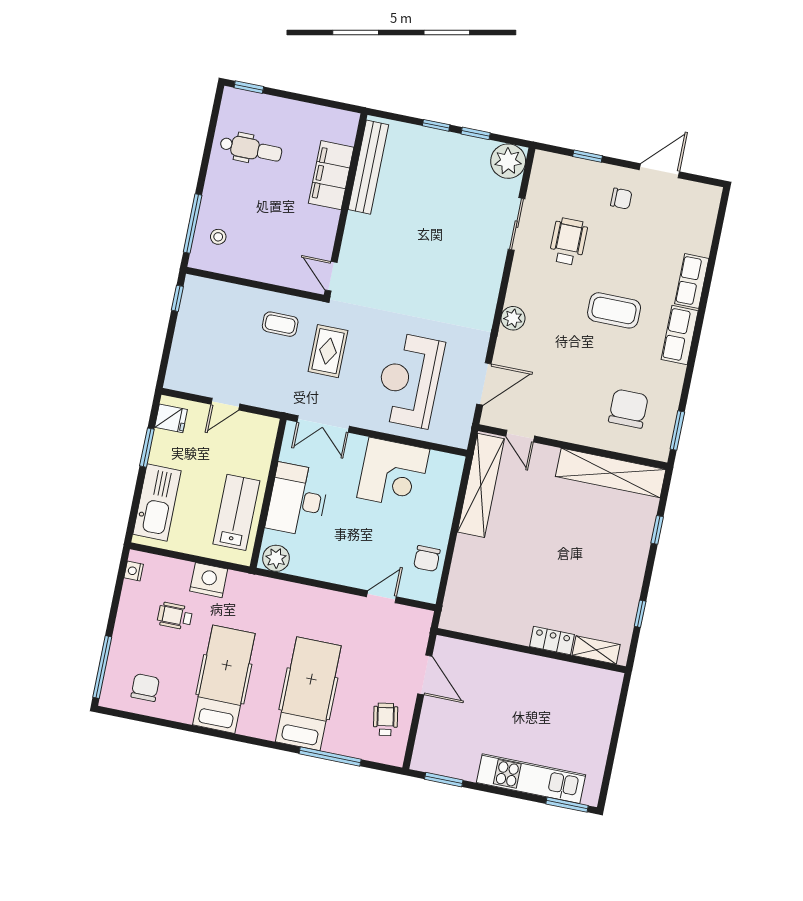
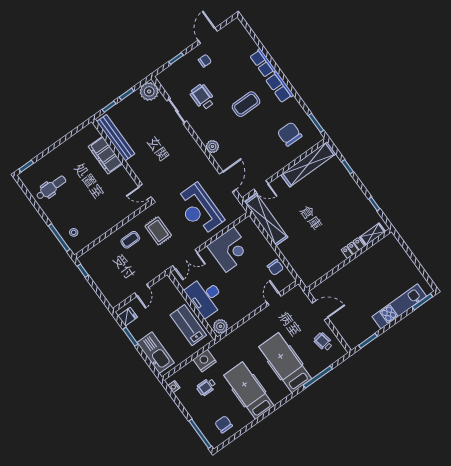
bench: (368, 167) -> (116, 138), moved
filing cabinet: (331, 175) -> (105, 155), moved
wall: (346, 205) -> (122, 160), moved
door: (331, 276) -> (145, 192), moved

